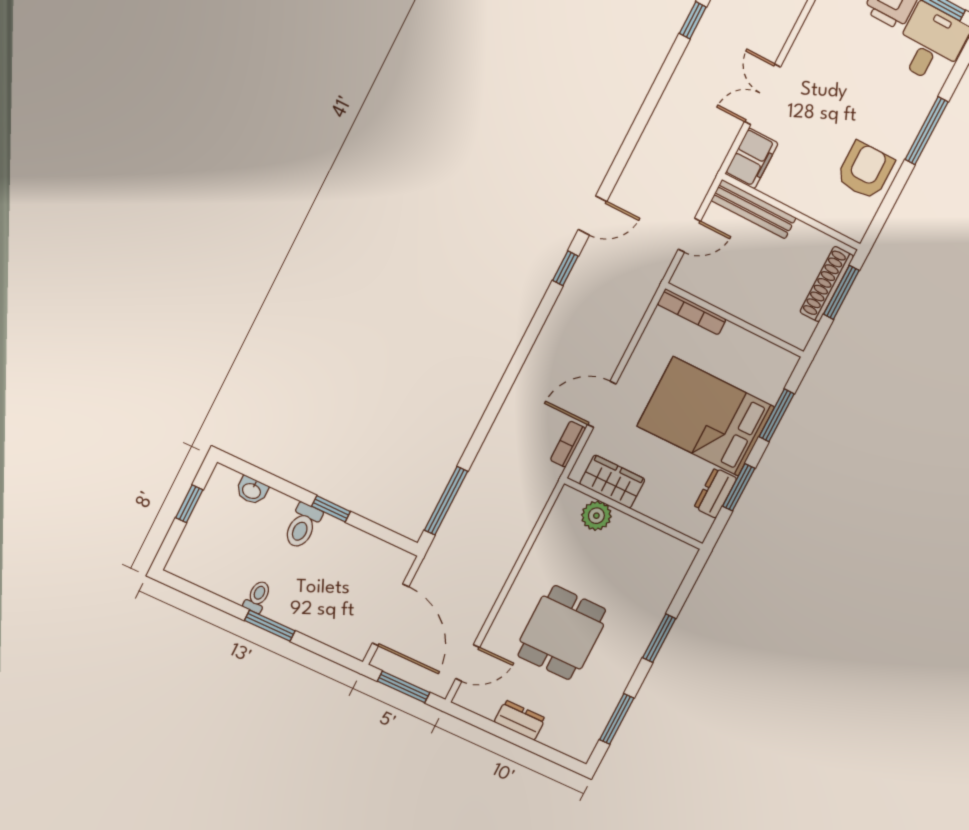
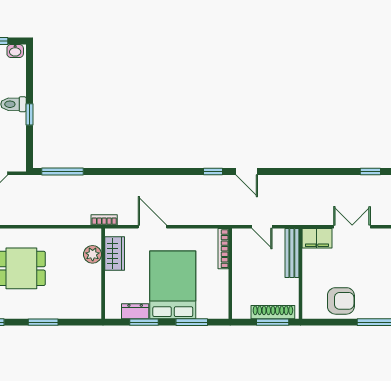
bookcase: (568, 444) -> (104, 220), moved
washbasin: (252, 490) -> (15, 51), moved, turned -90

